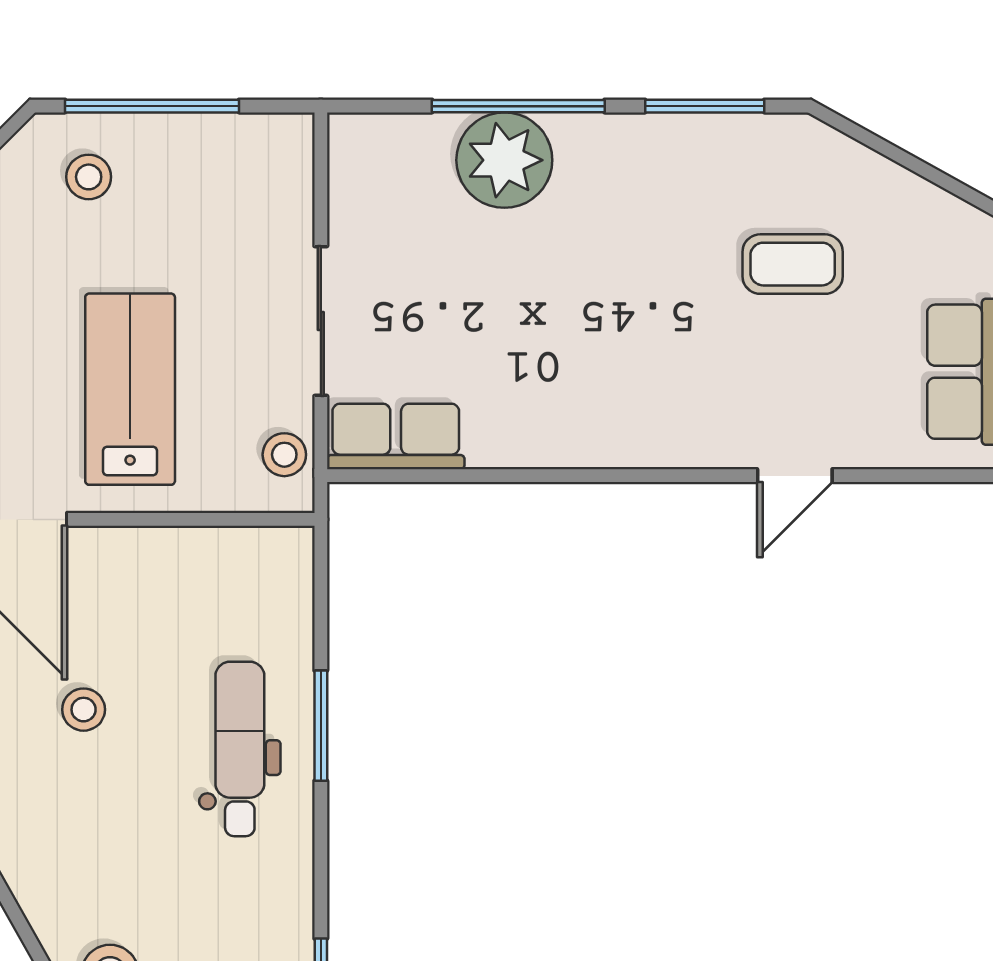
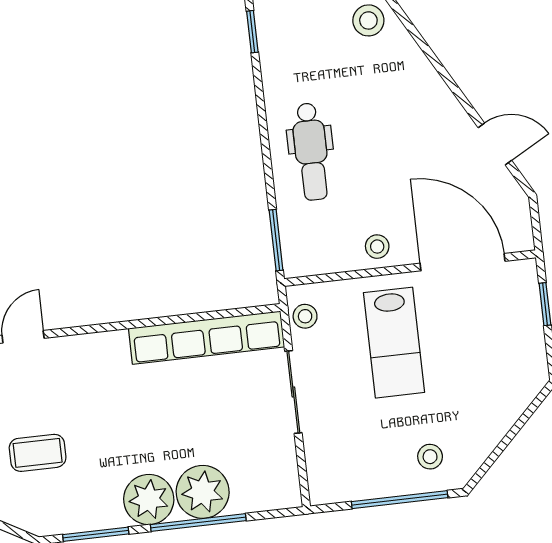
plant: (603, 158) -> (149, 499), added
row of seats: (396, 436) -> (207, 338), width x2.02
stool: (84, 710) -> (377, 247), moved
window: (321, 726) -> (276, 240), moved

